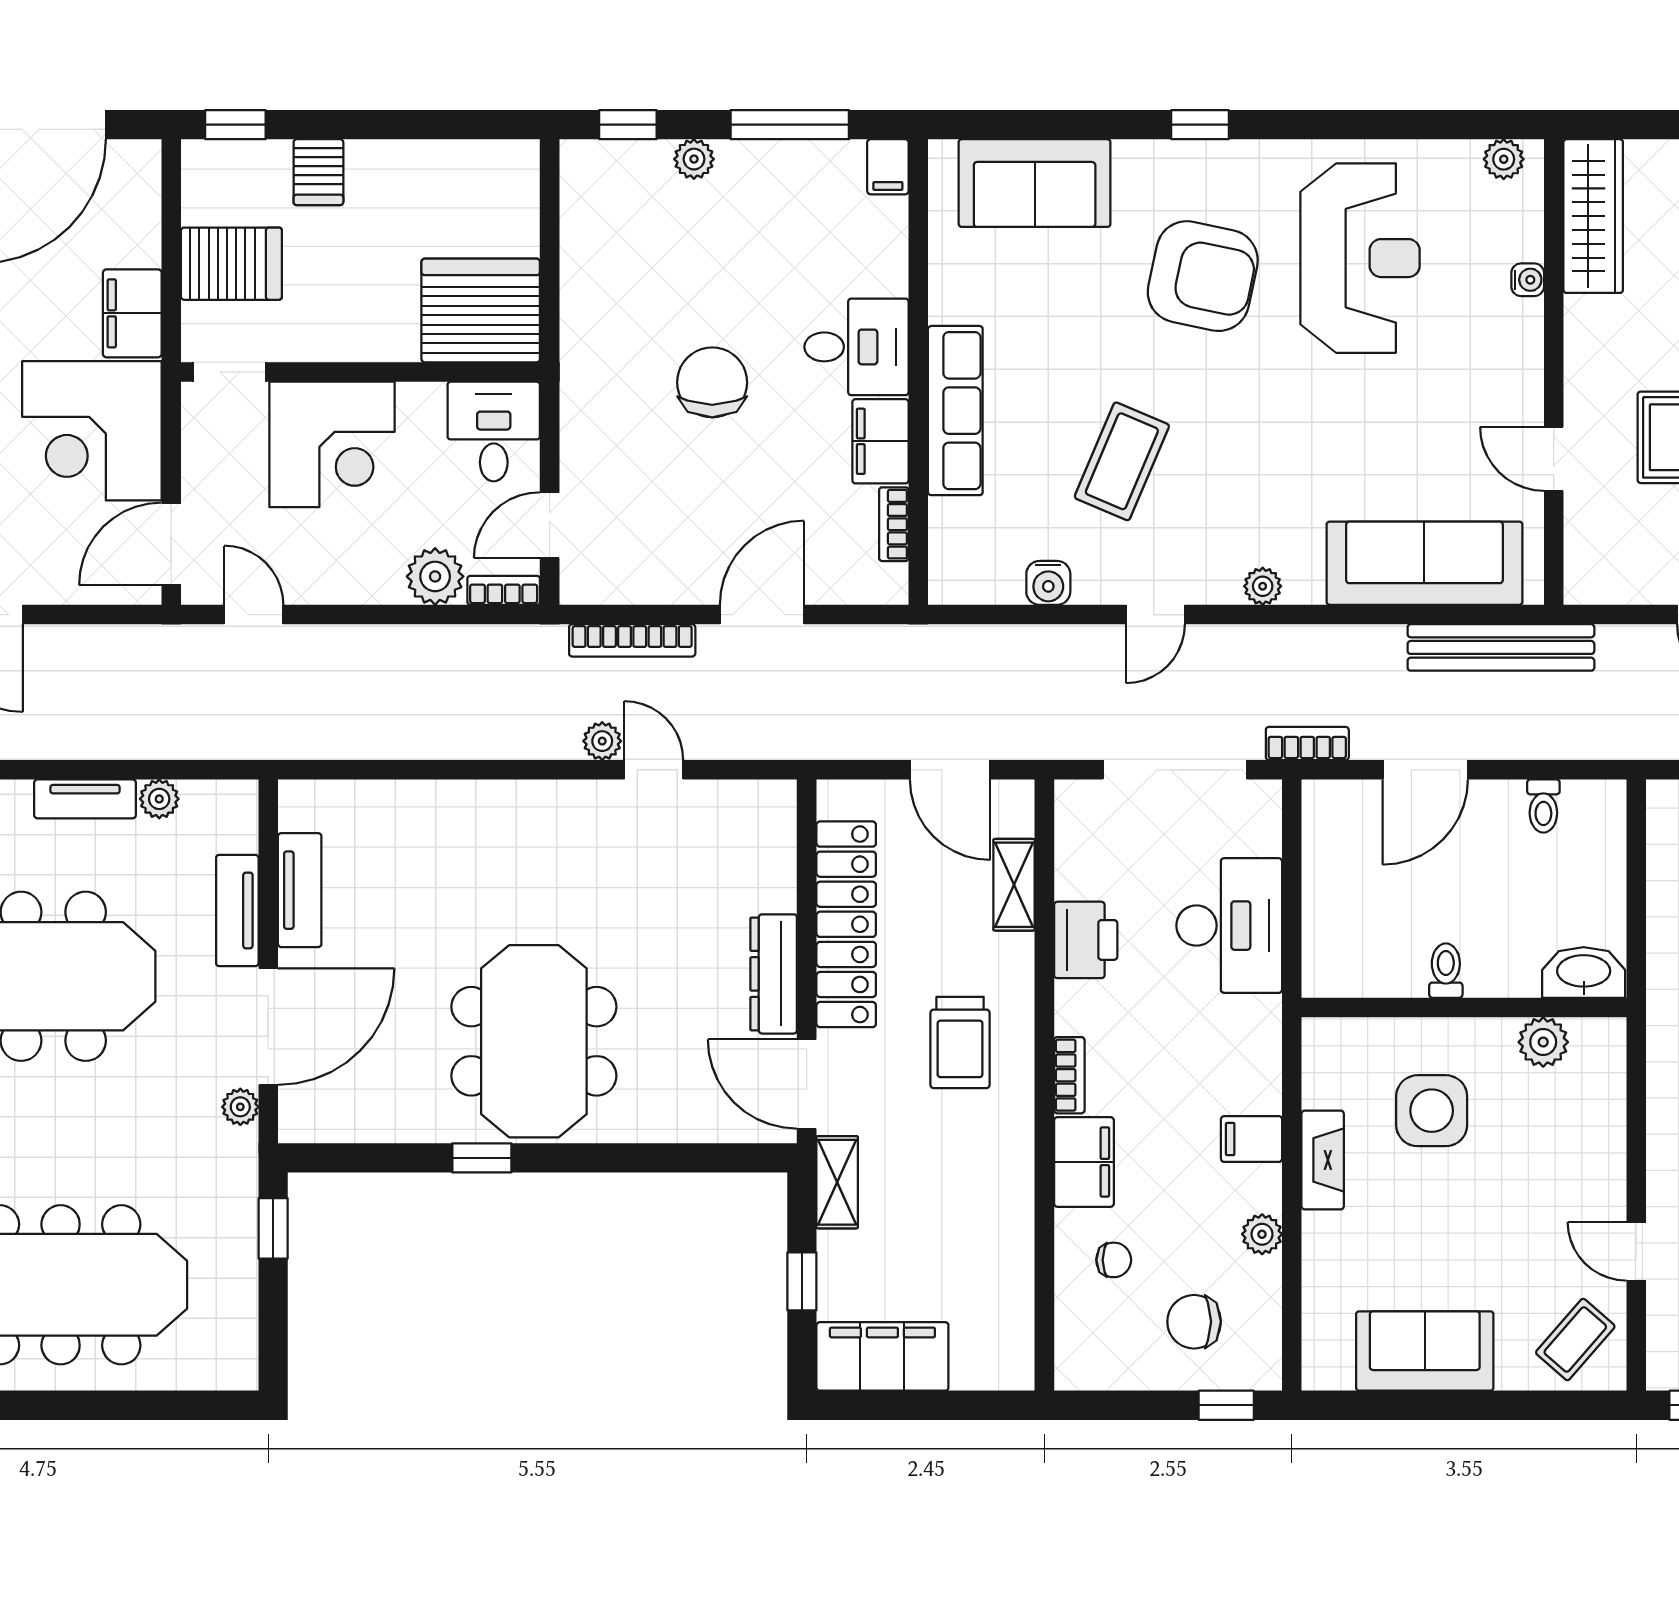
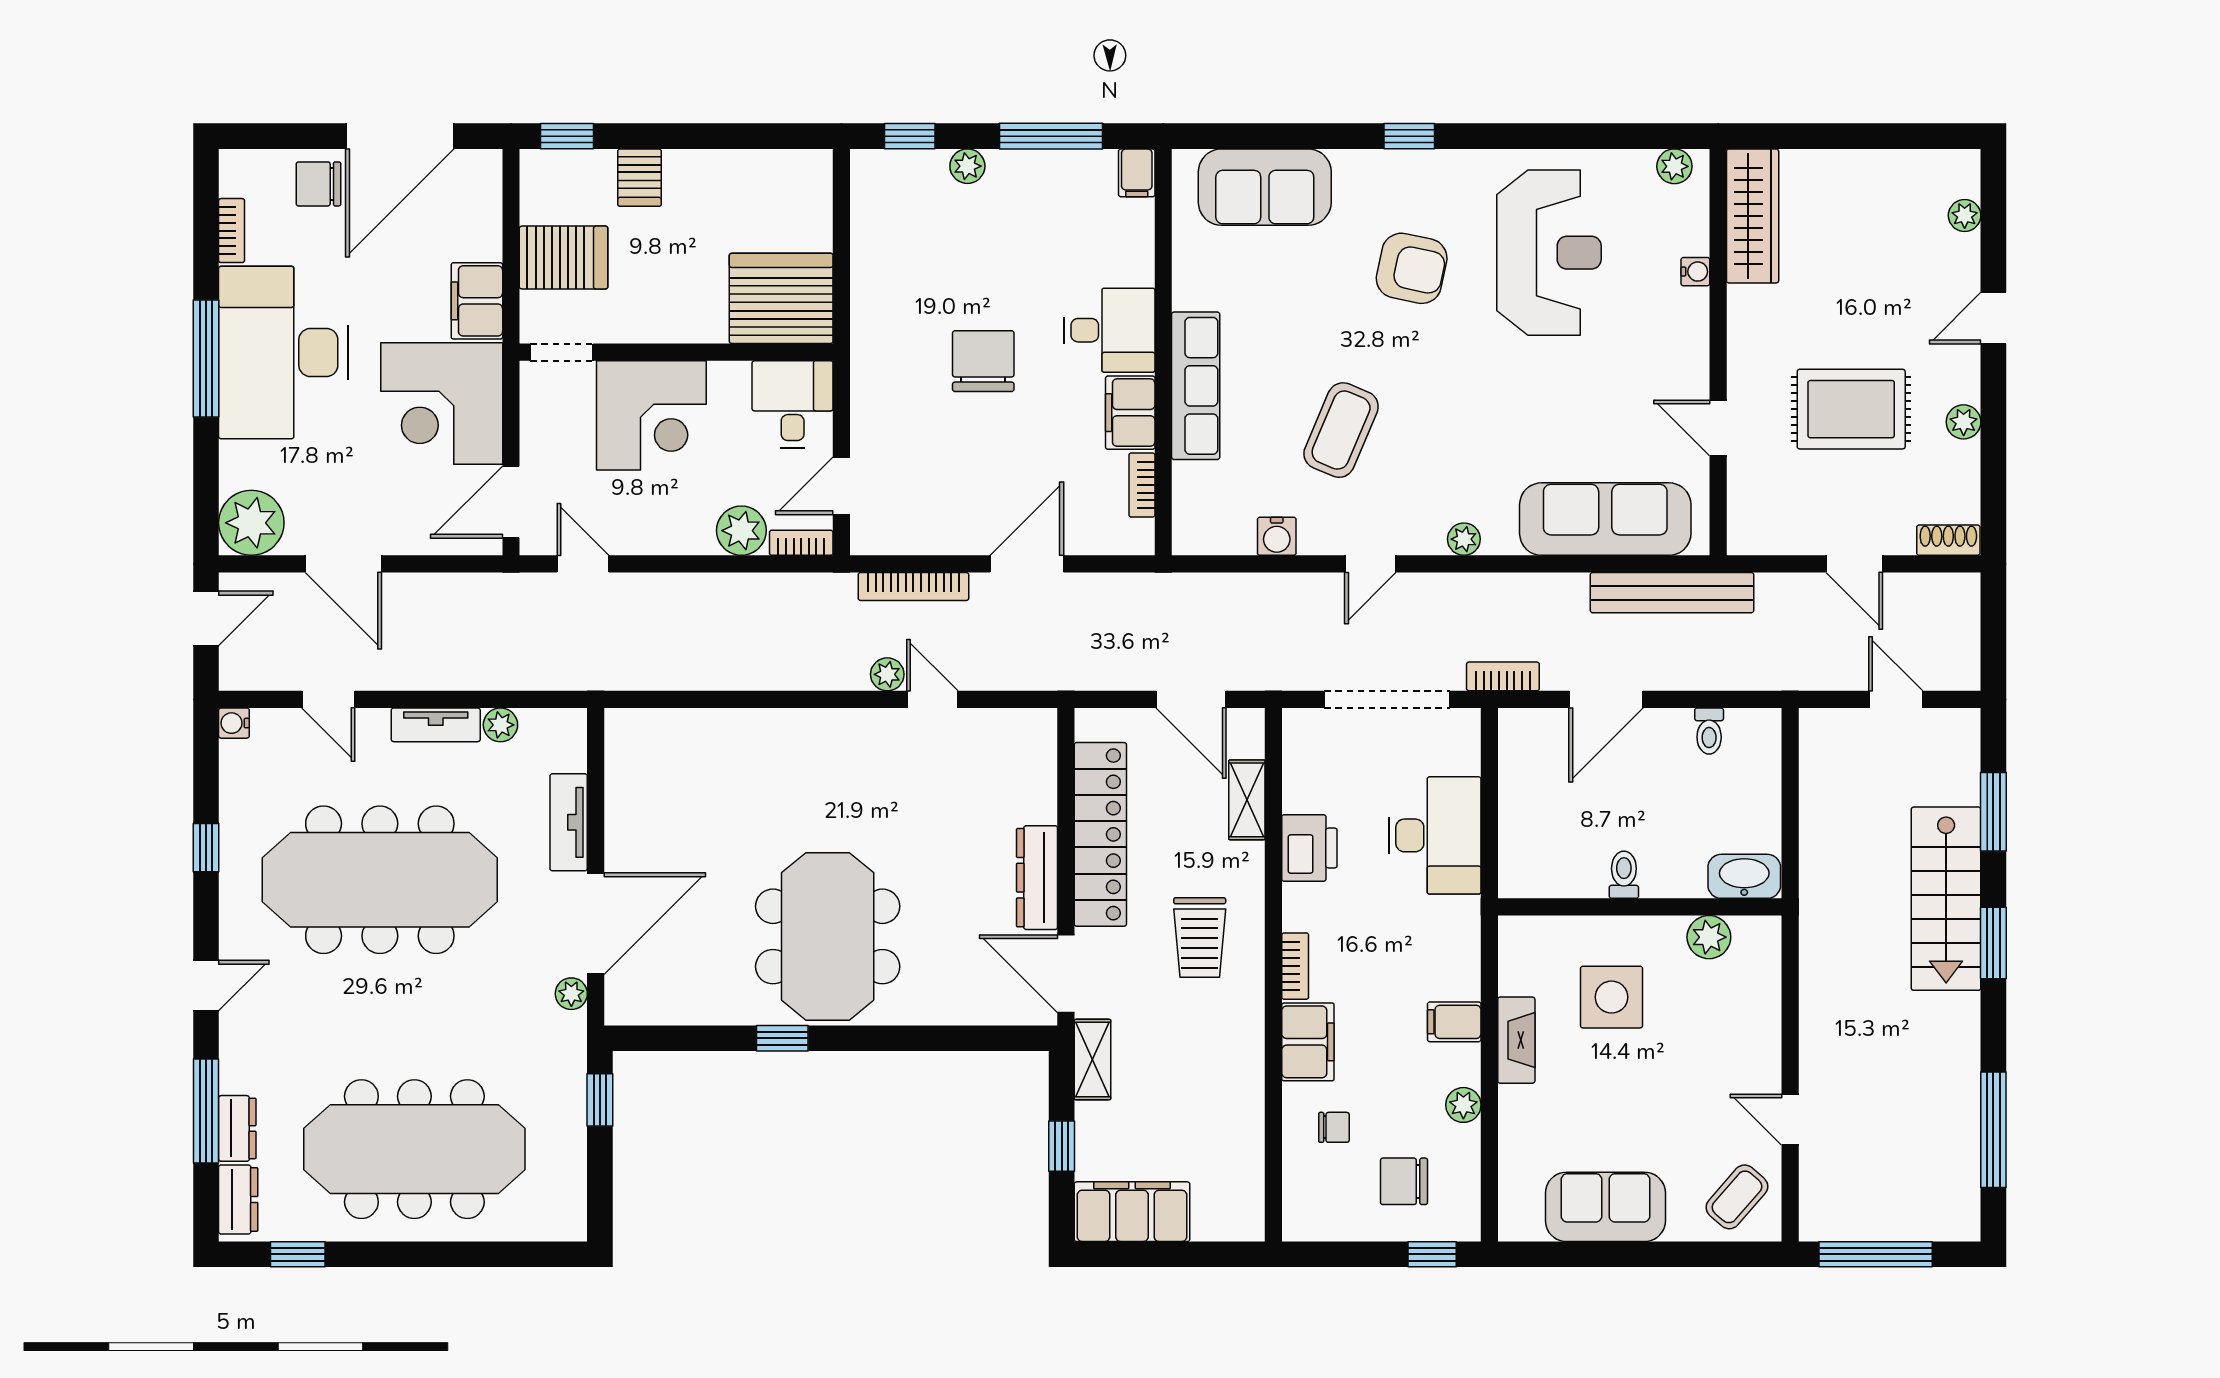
armchair: (1203, 276) -> (1412, 268), width x0.73, depth x0.73
tv unit: (300, 890) -> (623, 804), removed

